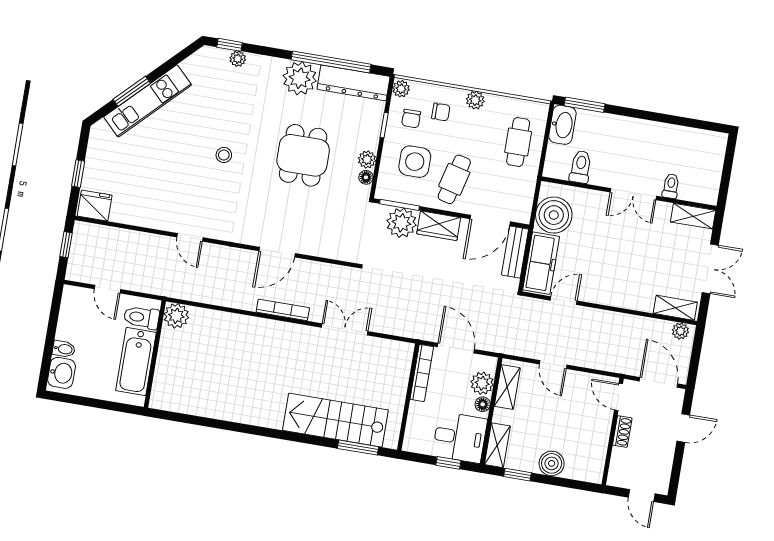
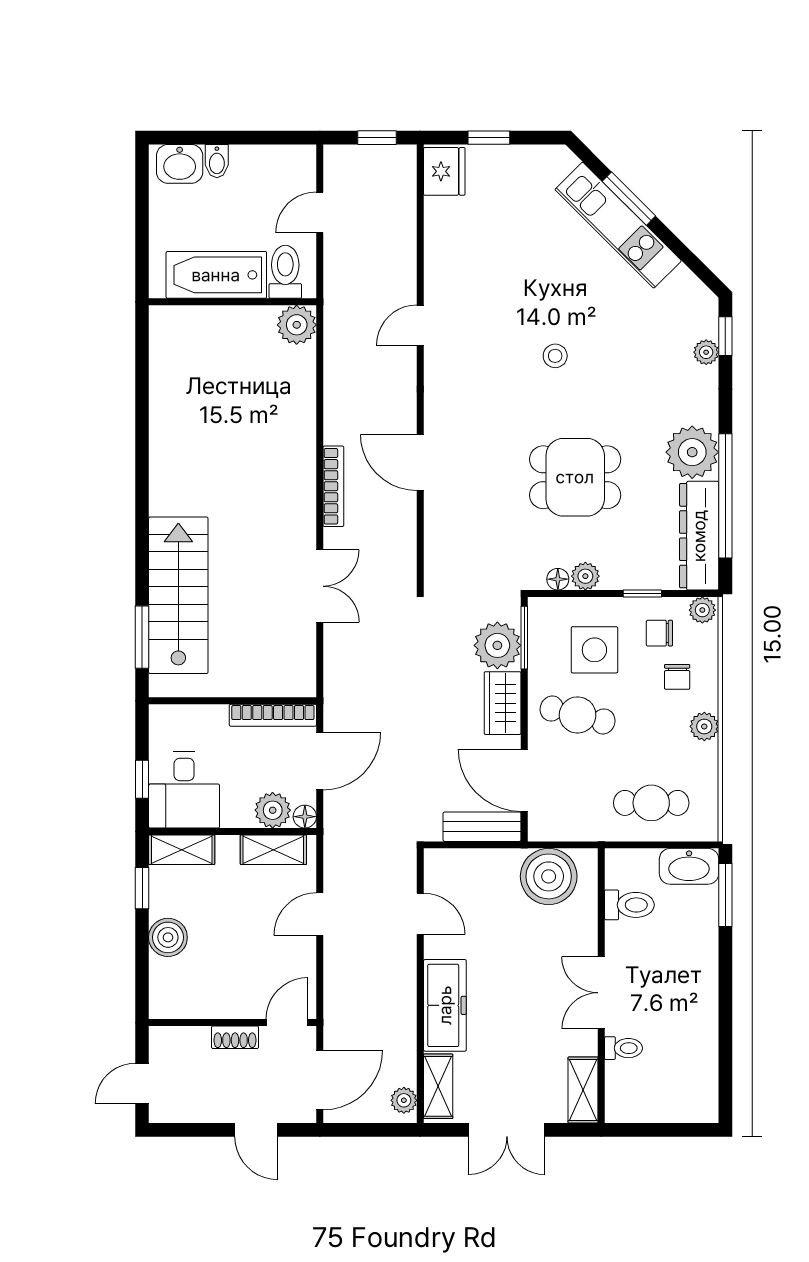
freezer: (541, 263) -> (445, 1005), moved, turned -90
floor lamp: (483, 404) -> (305, 817), moved

